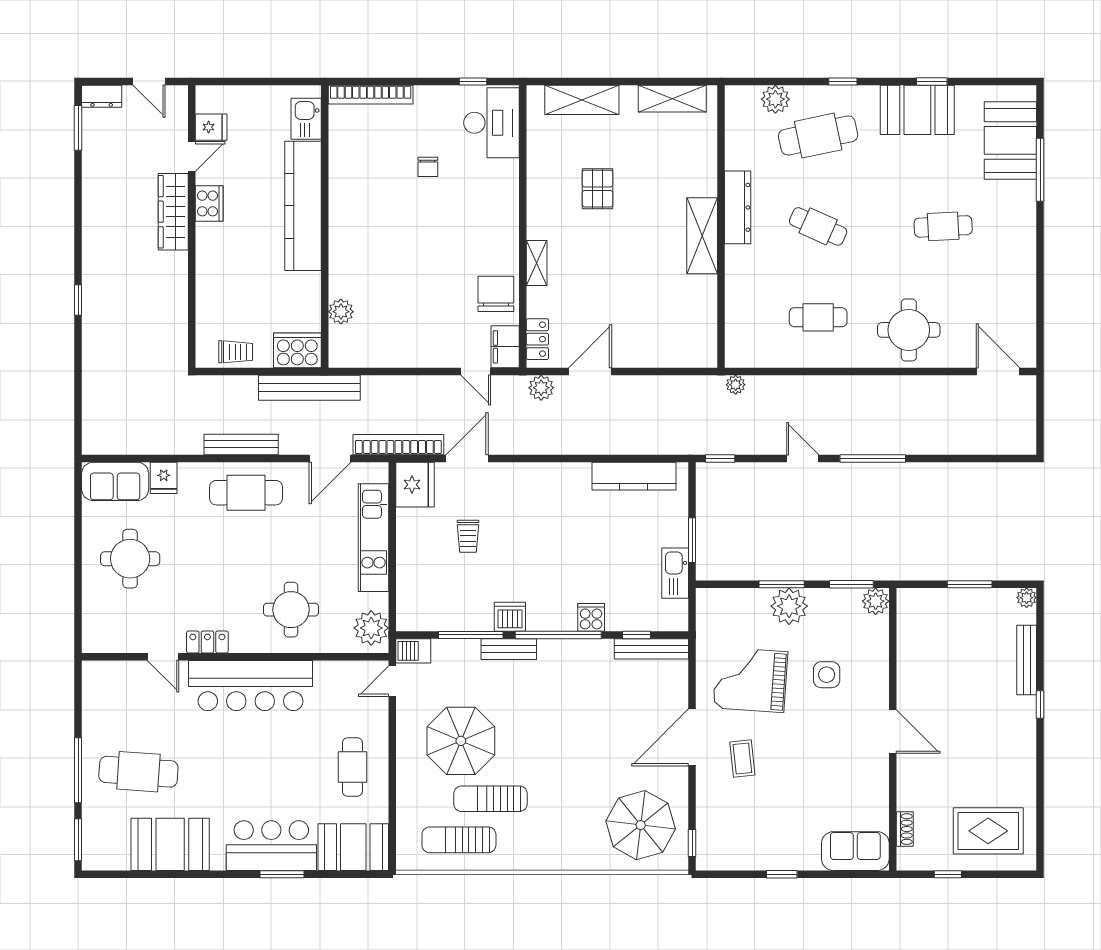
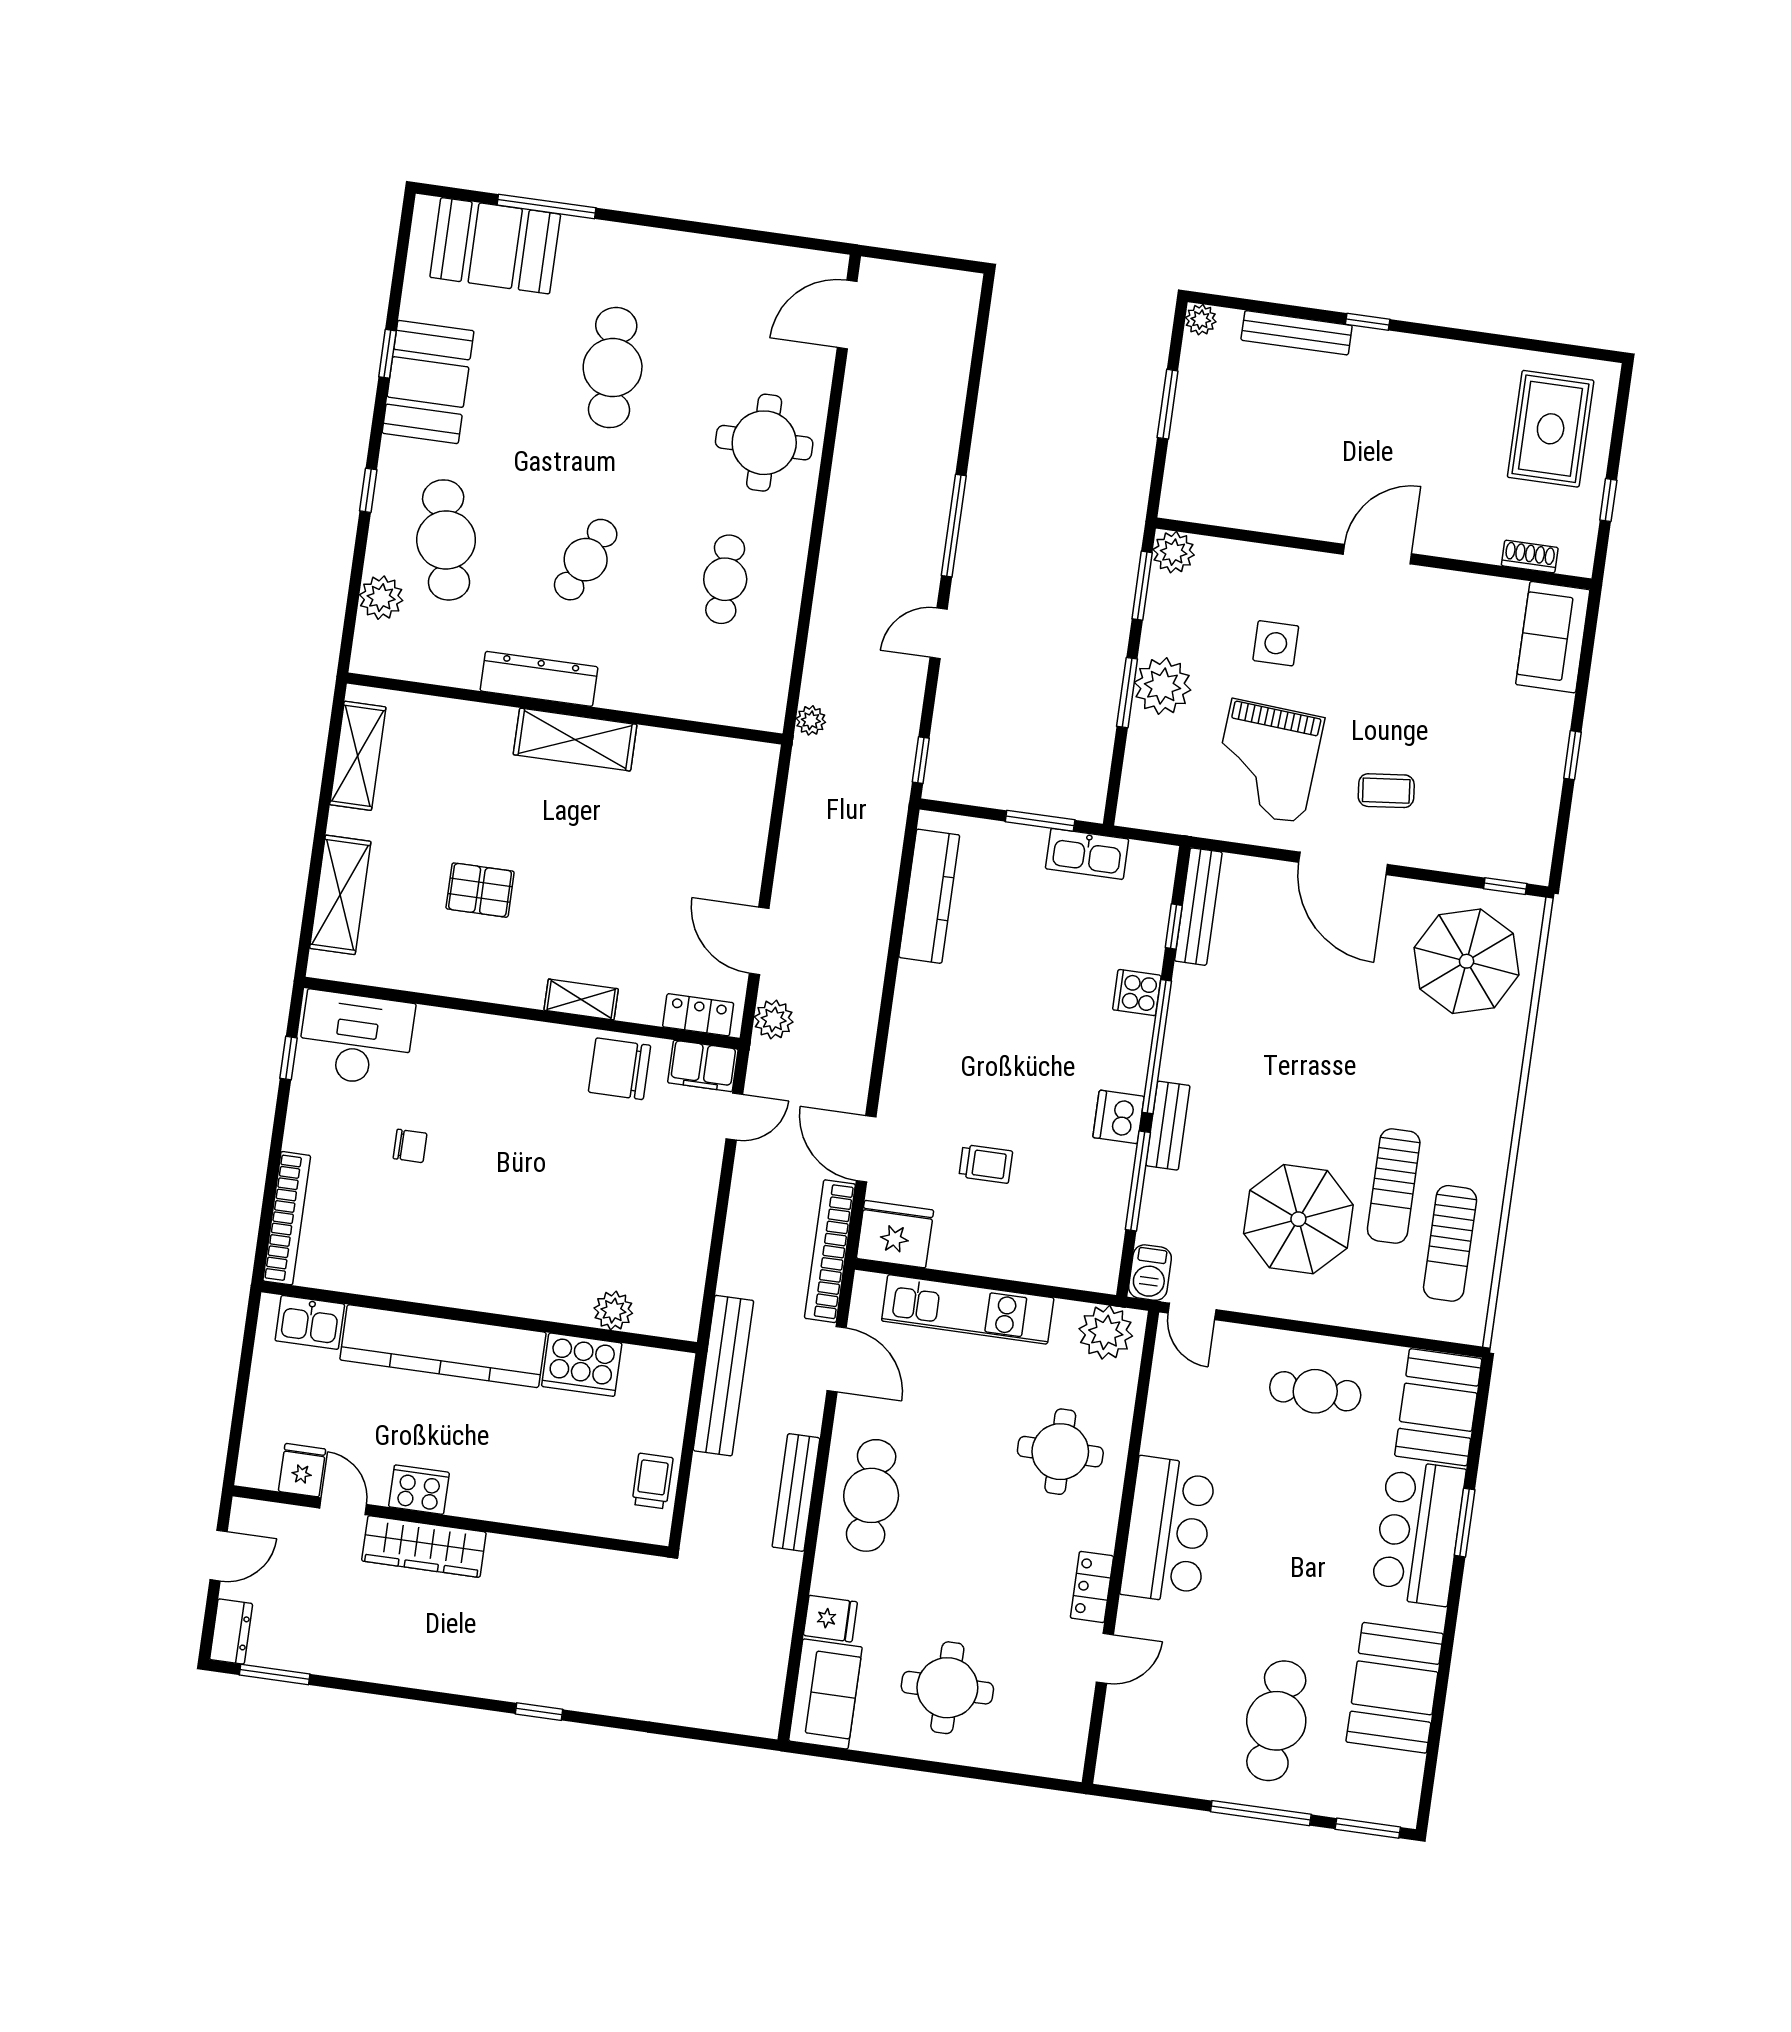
cafe table: (943, 226) -> (613, 368), width x1.37, depth x1.35
cooker: (297, 350) -> (582, 1365), moved, turned -90
bar counter: (251, 686) -> (1168, 1530), width x0.73

